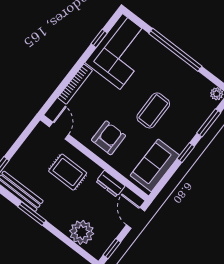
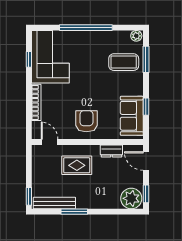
coffee table: (153, 110) -> (124, 62), moved, turned 90
window: (186, 153) -> (146, 107), moved
plant: (82, 232) -> (131, 198), moved

